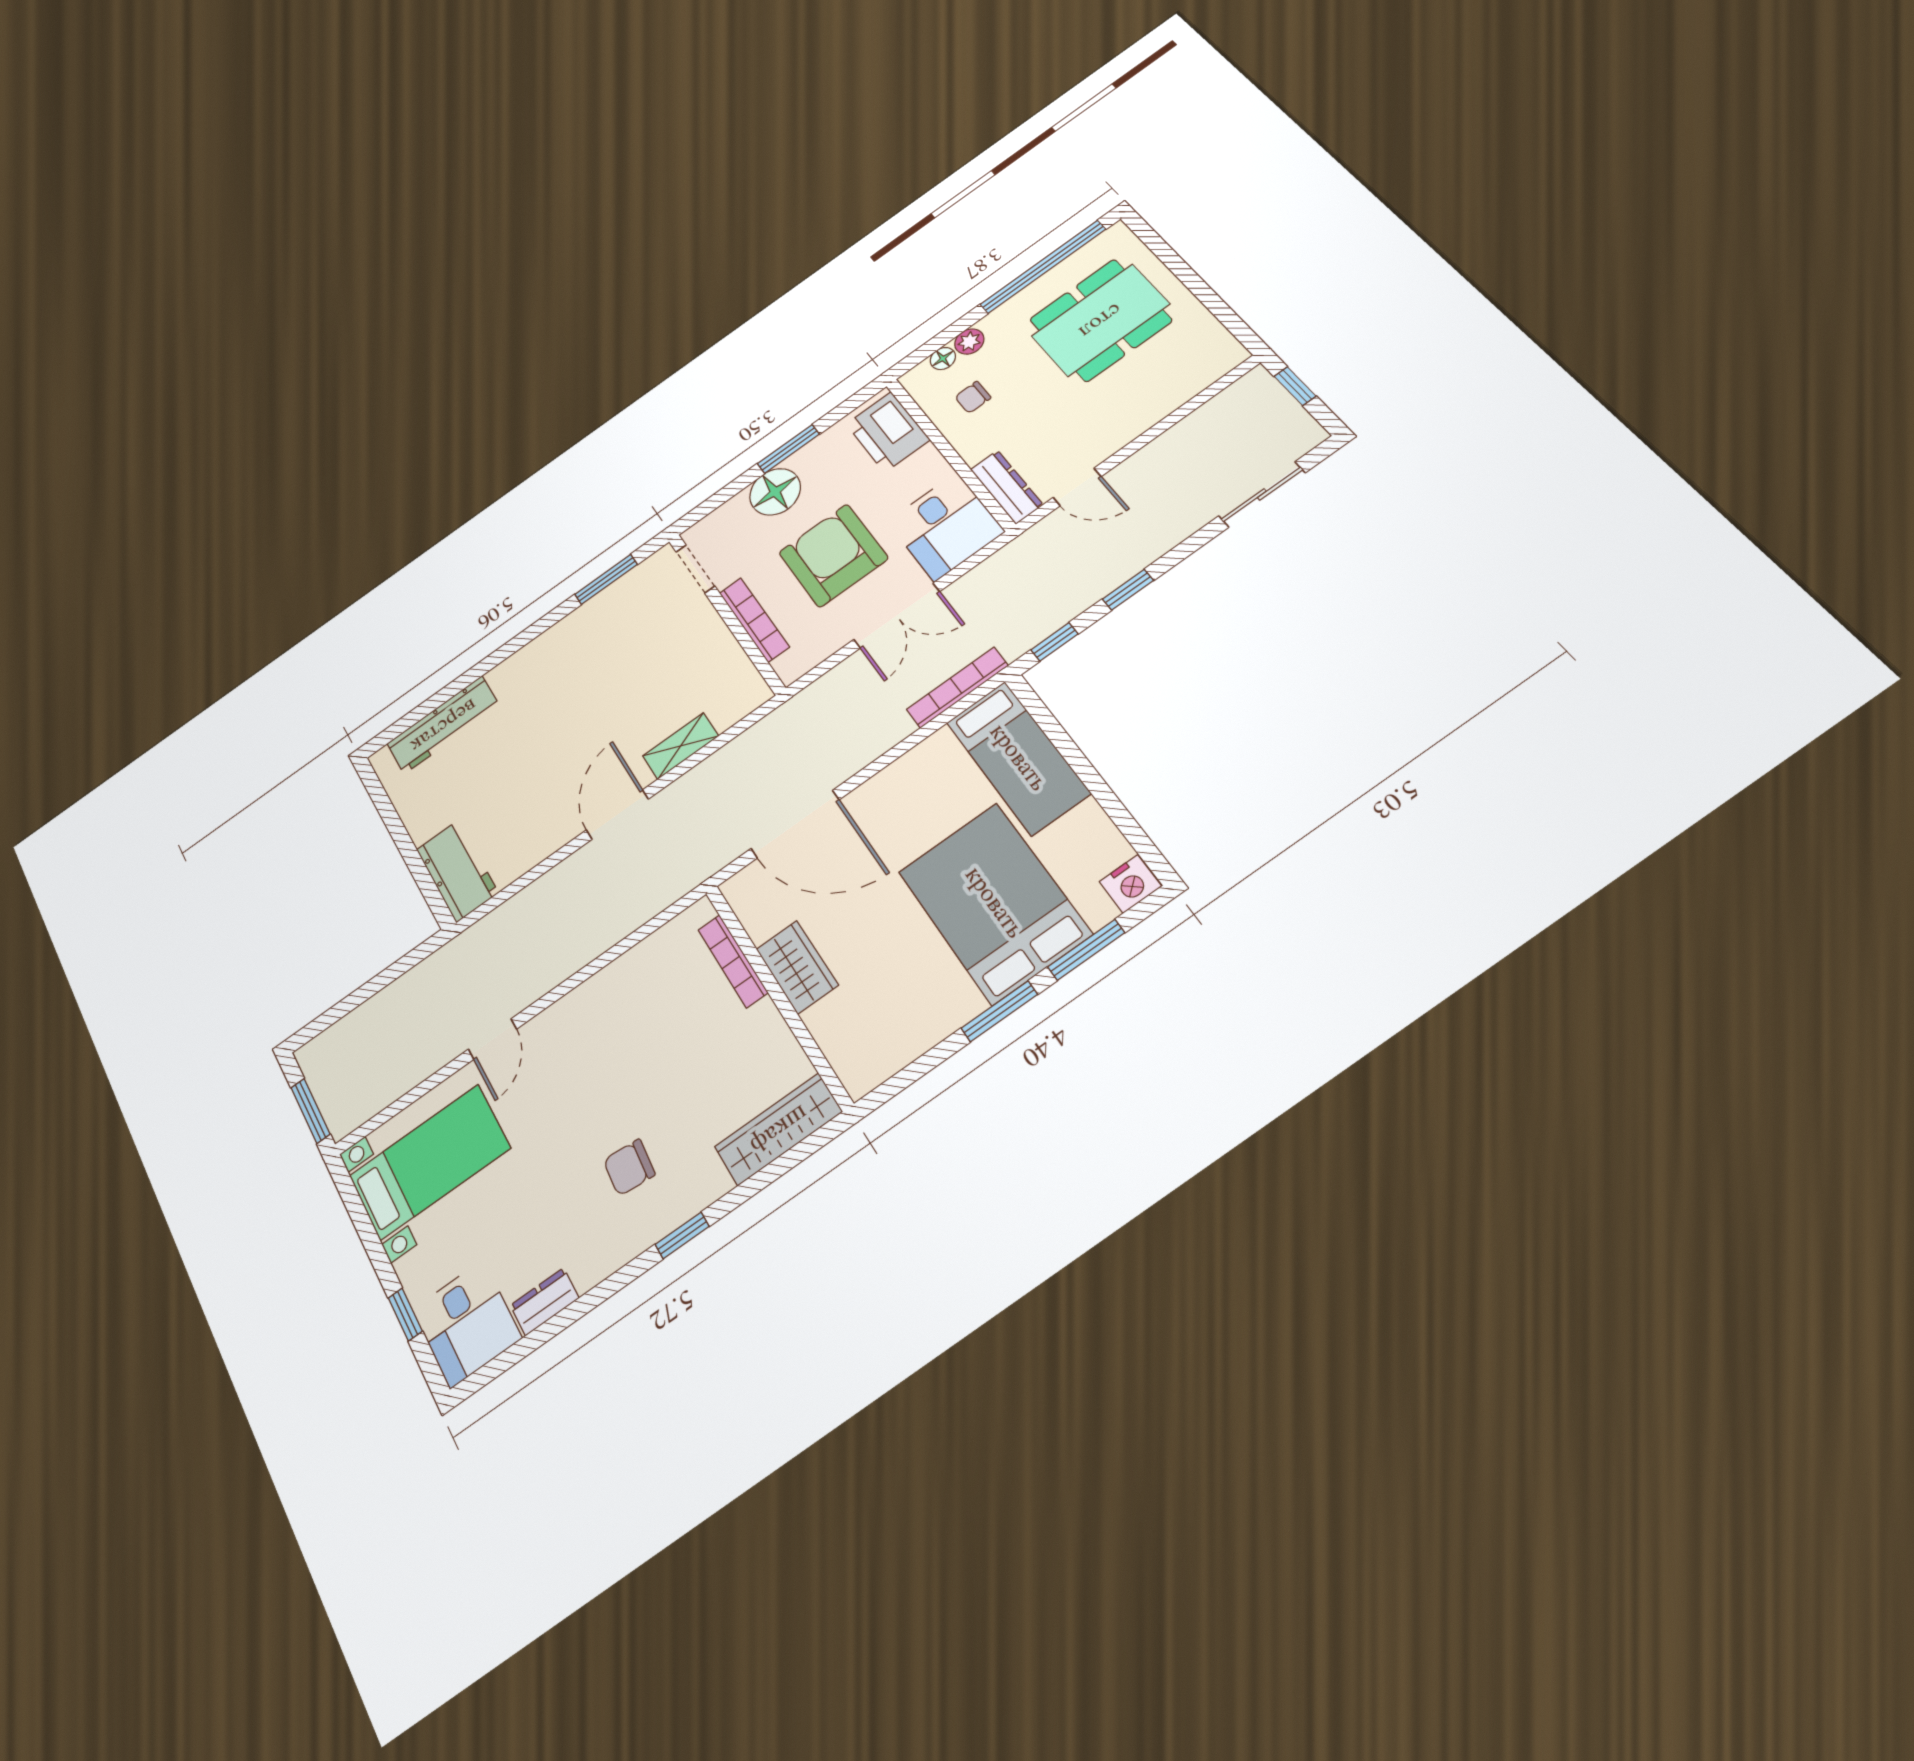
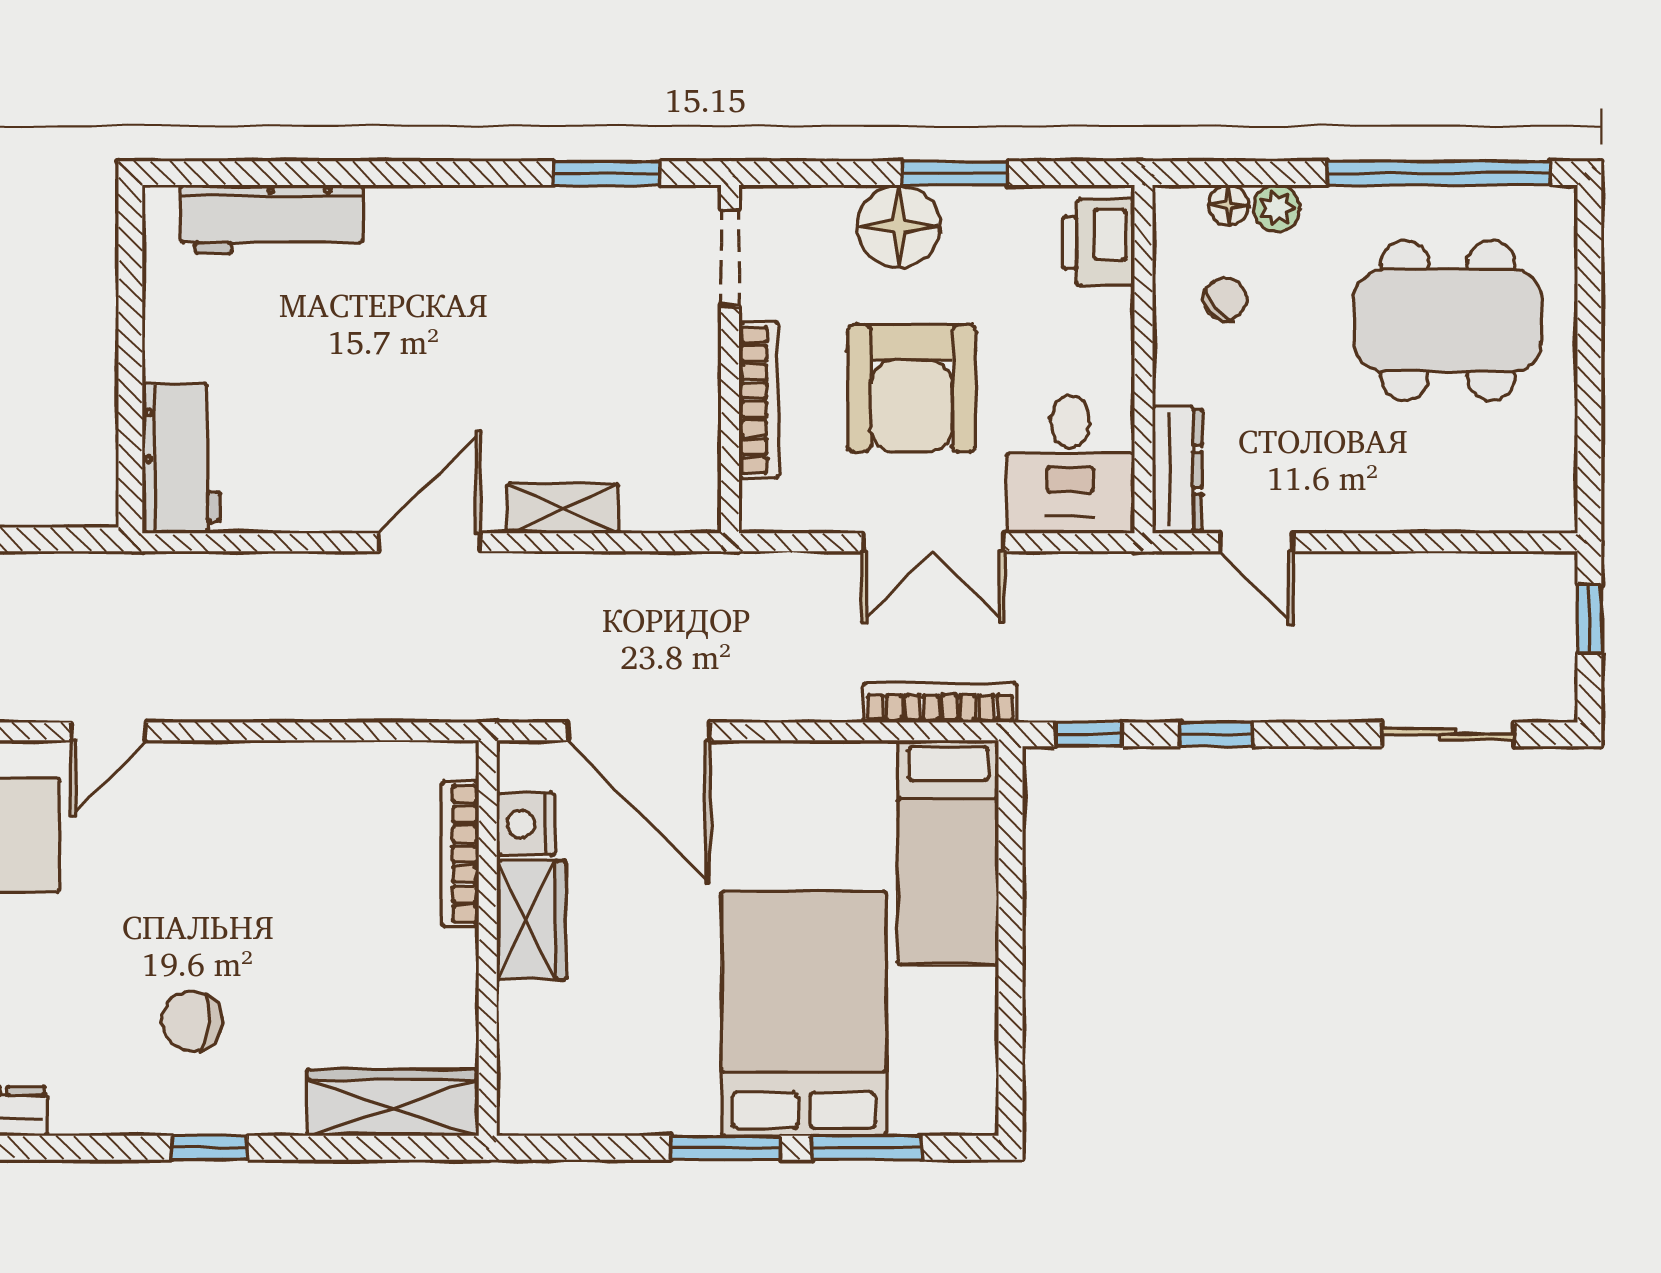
chair: (973, 397) -> (1225, 299), turned 139
printer: (888, 432) -> (1099, 242), width x0.73, depth x0.84
armchair: (833, 555) -> (912, 388), turned 180
nightstand: (1130, 884) -> (526, 824), moved, turned 90

